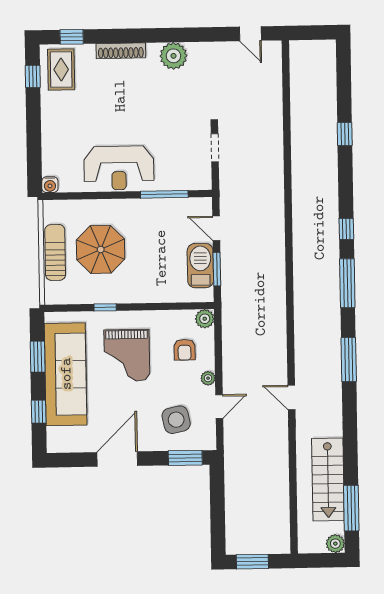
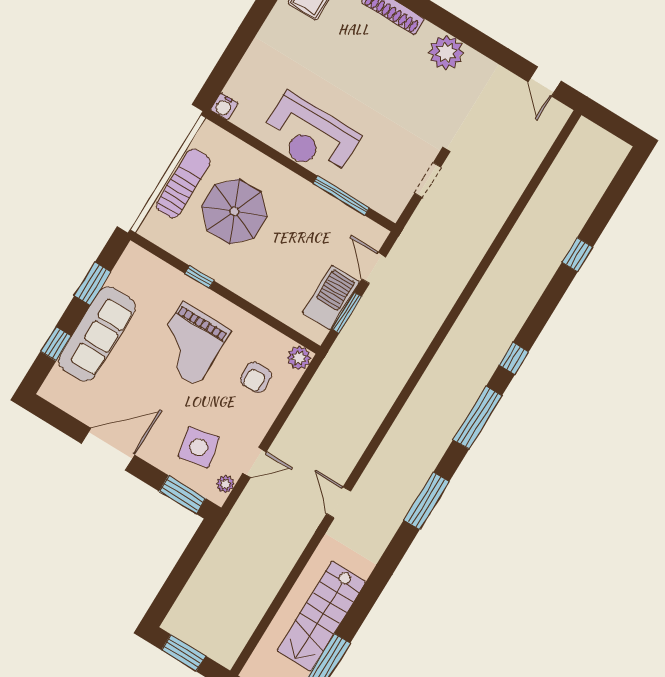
sofa: (66, 374) -> (97, 334), width x0.74, depth x0.79
plant: (208, 378) -> (225, 484), moved

